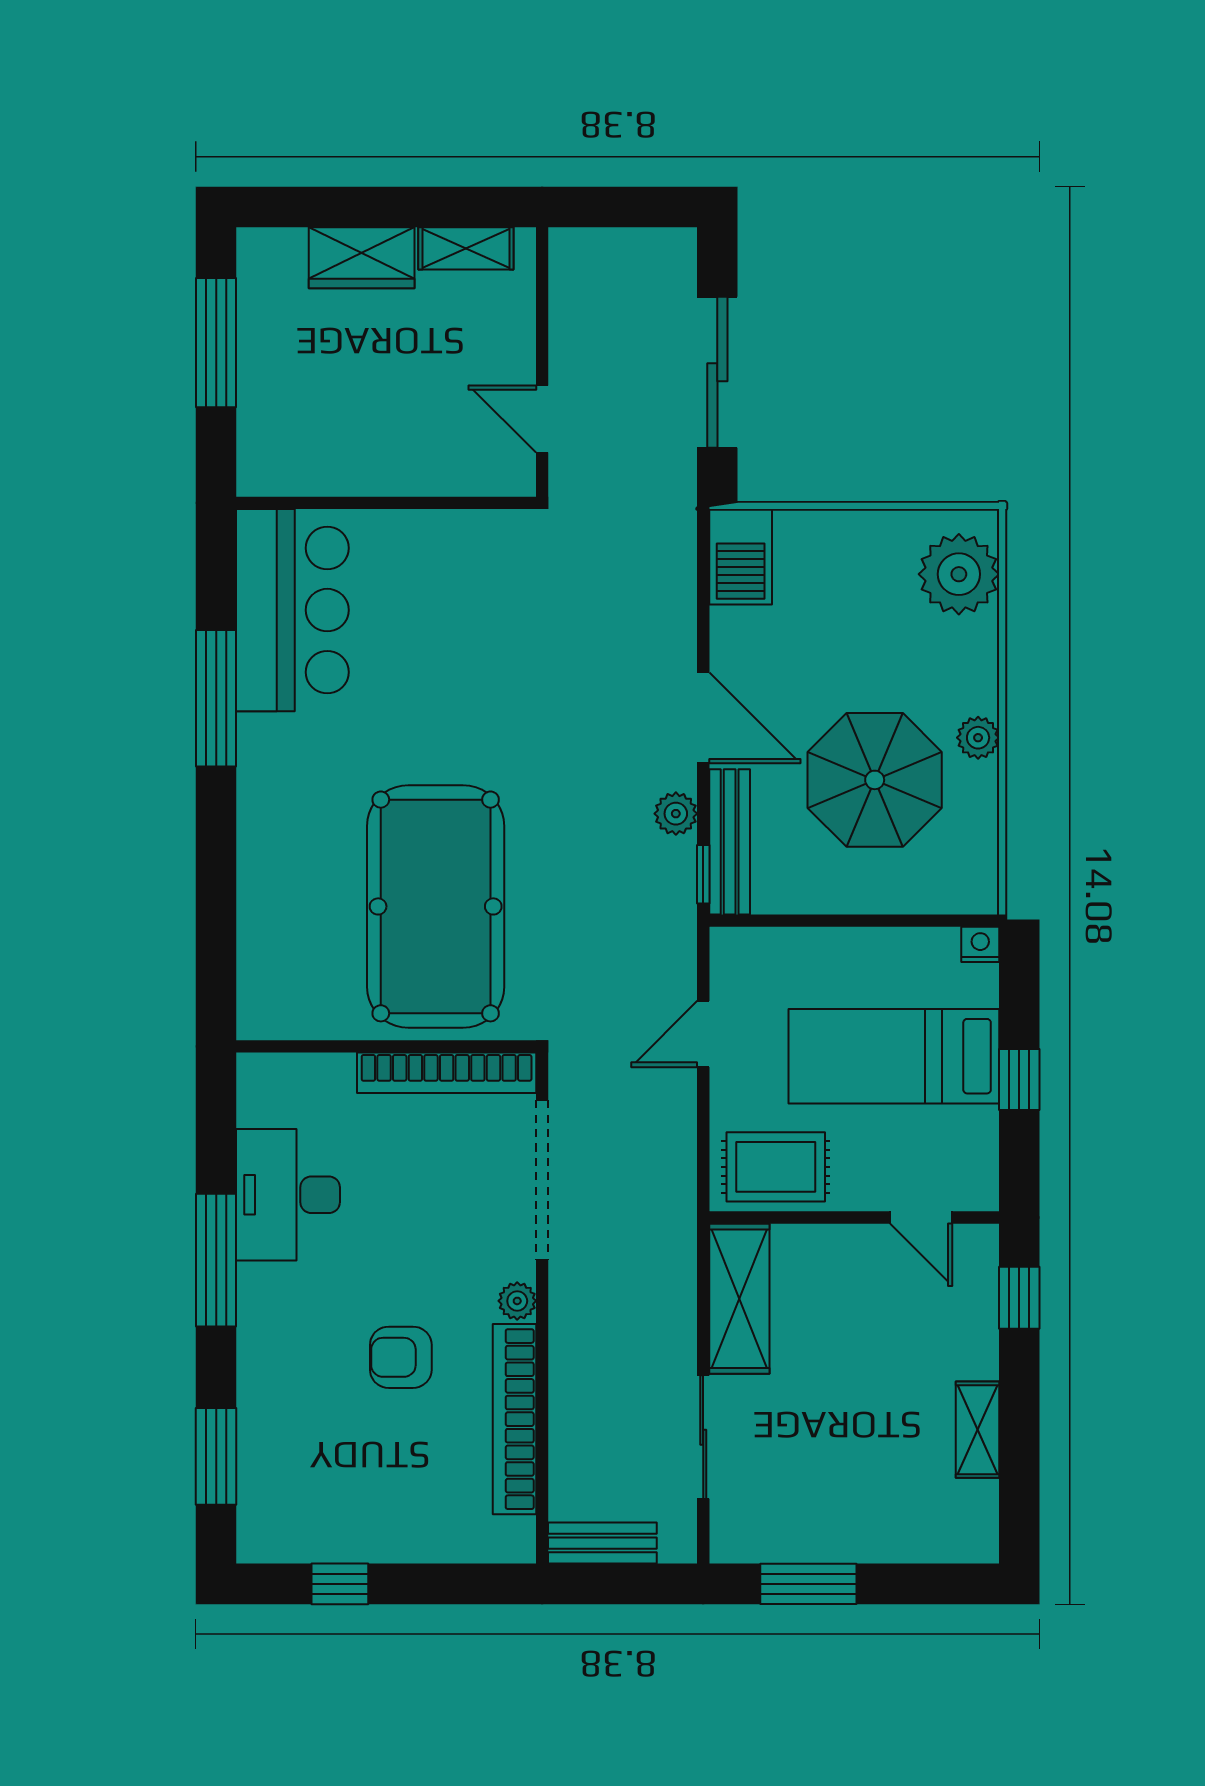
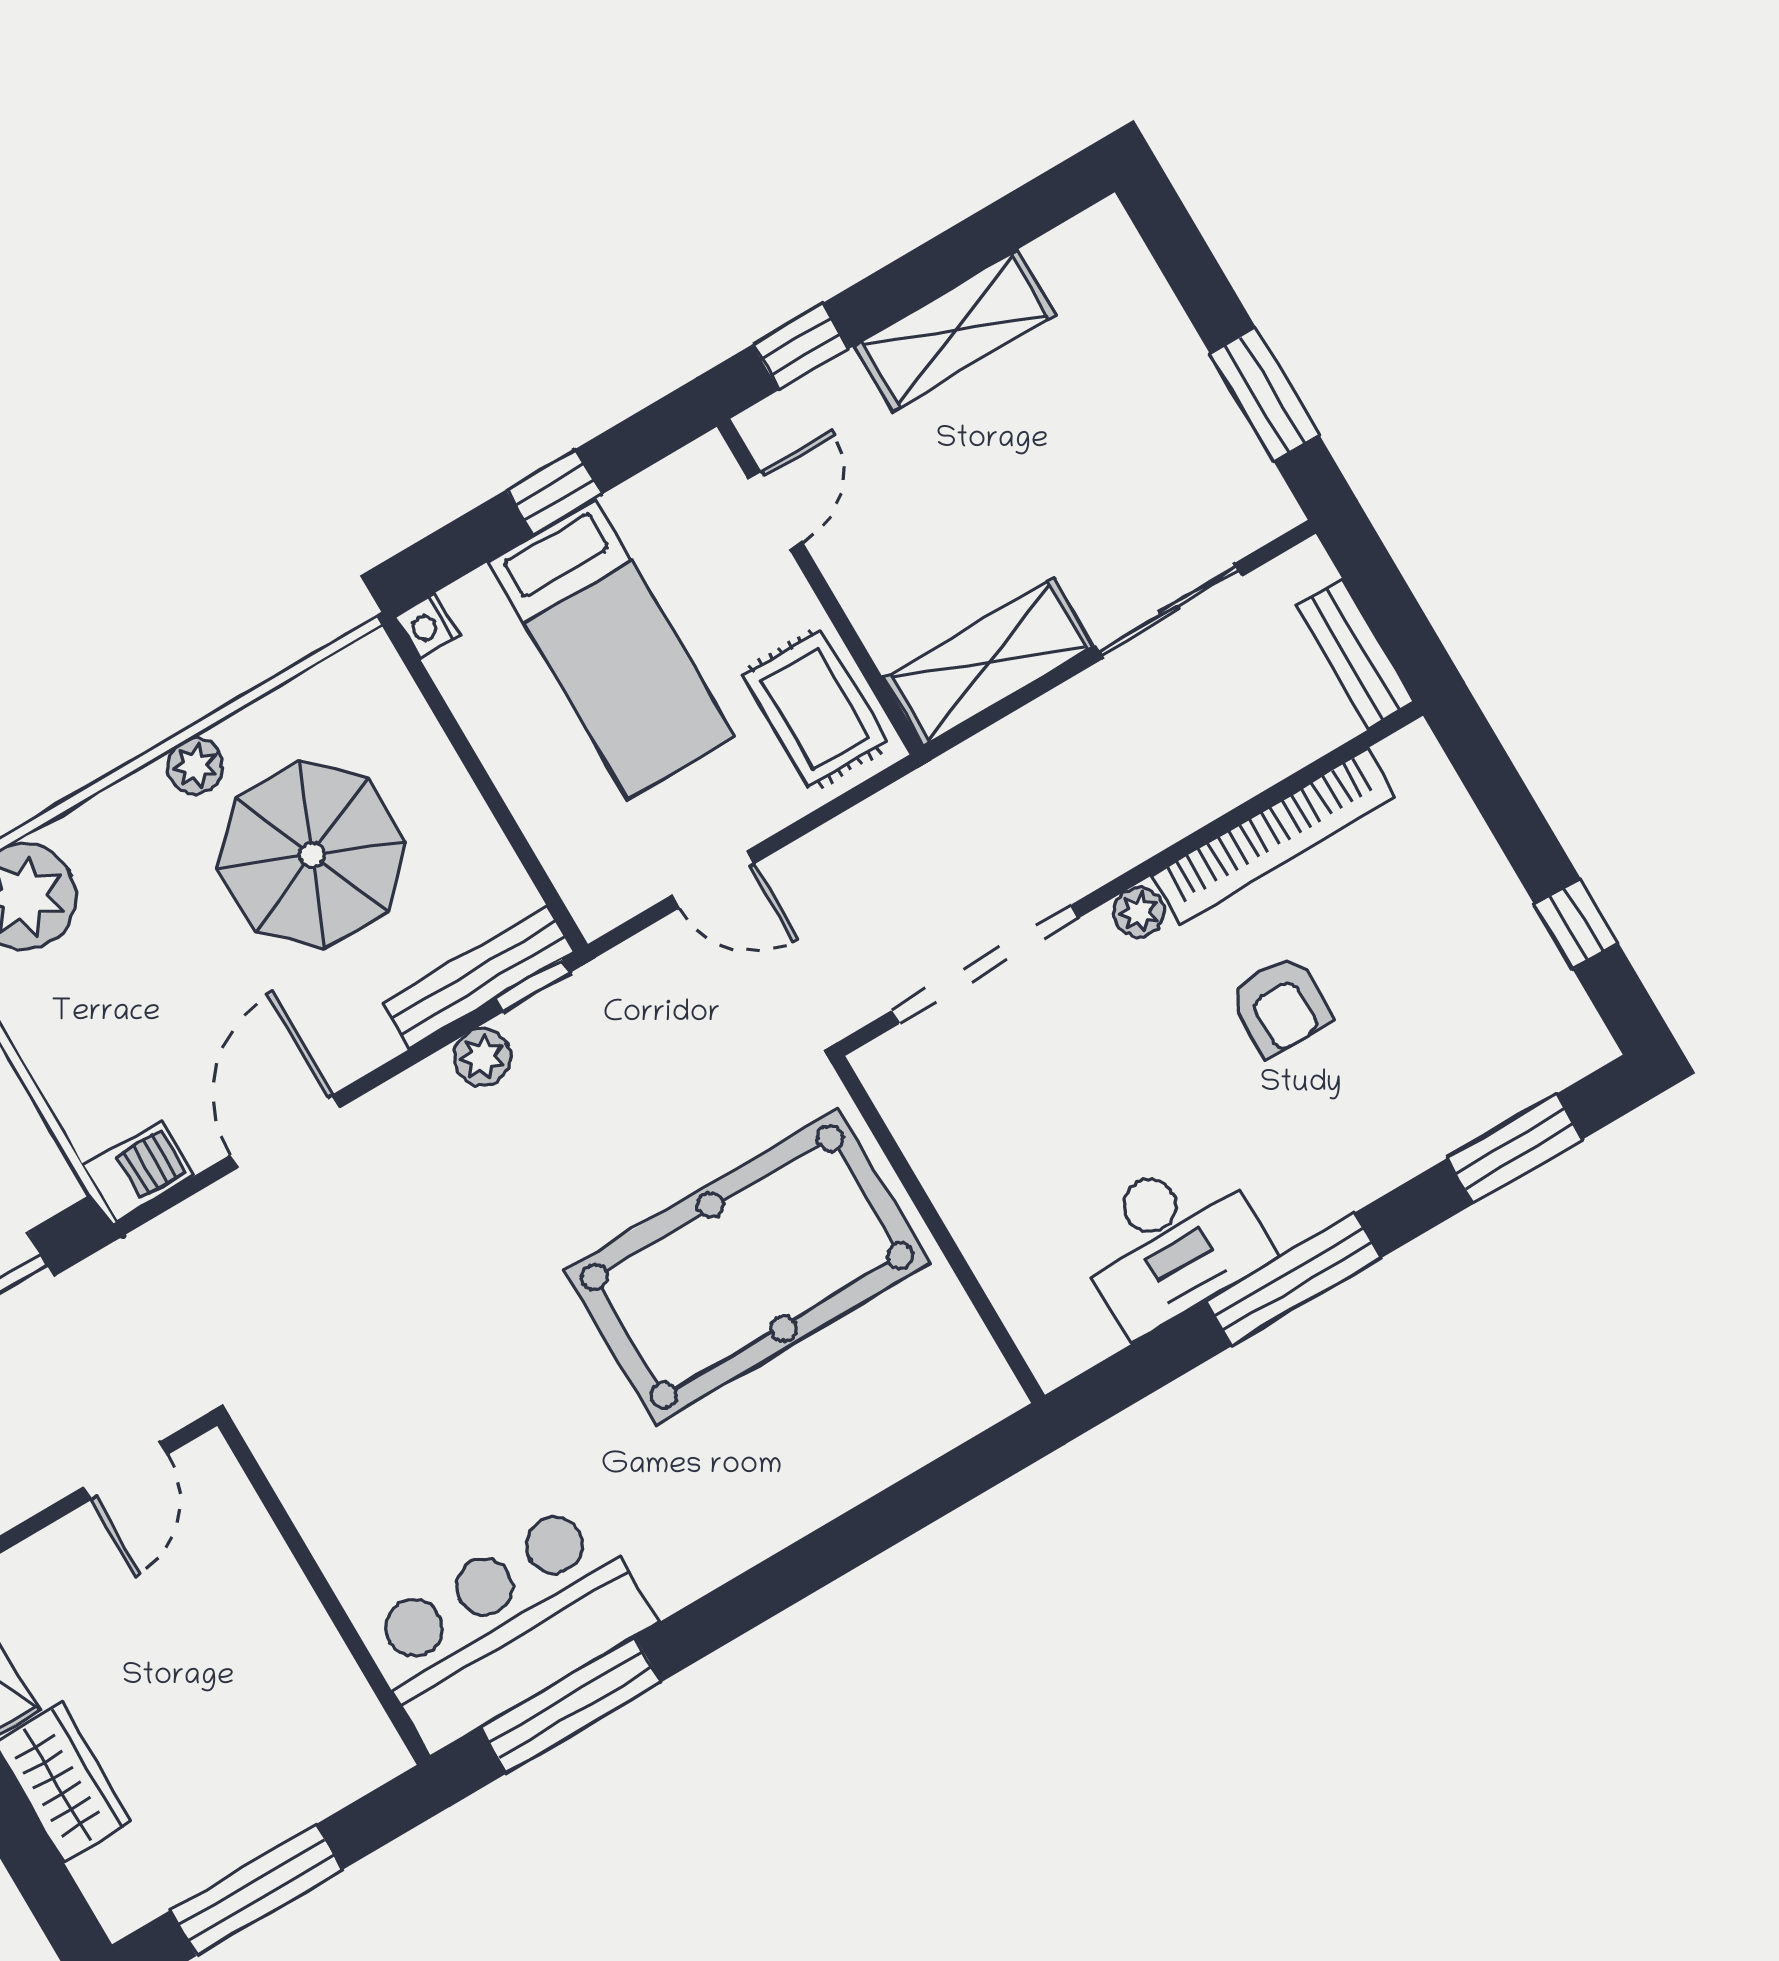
barbecue: (741, 557) -> (139, 1171), width x0.73, depth x0.79
window: (216, 698) -> (571, 1705), moved
door: (703, 718) -> (285, 1132), moved
bookcase: (447, 1073) -> (928, 1144), removed
shelving: (977, 1430) -> (955, 330), width x1.50, depth x1.33

